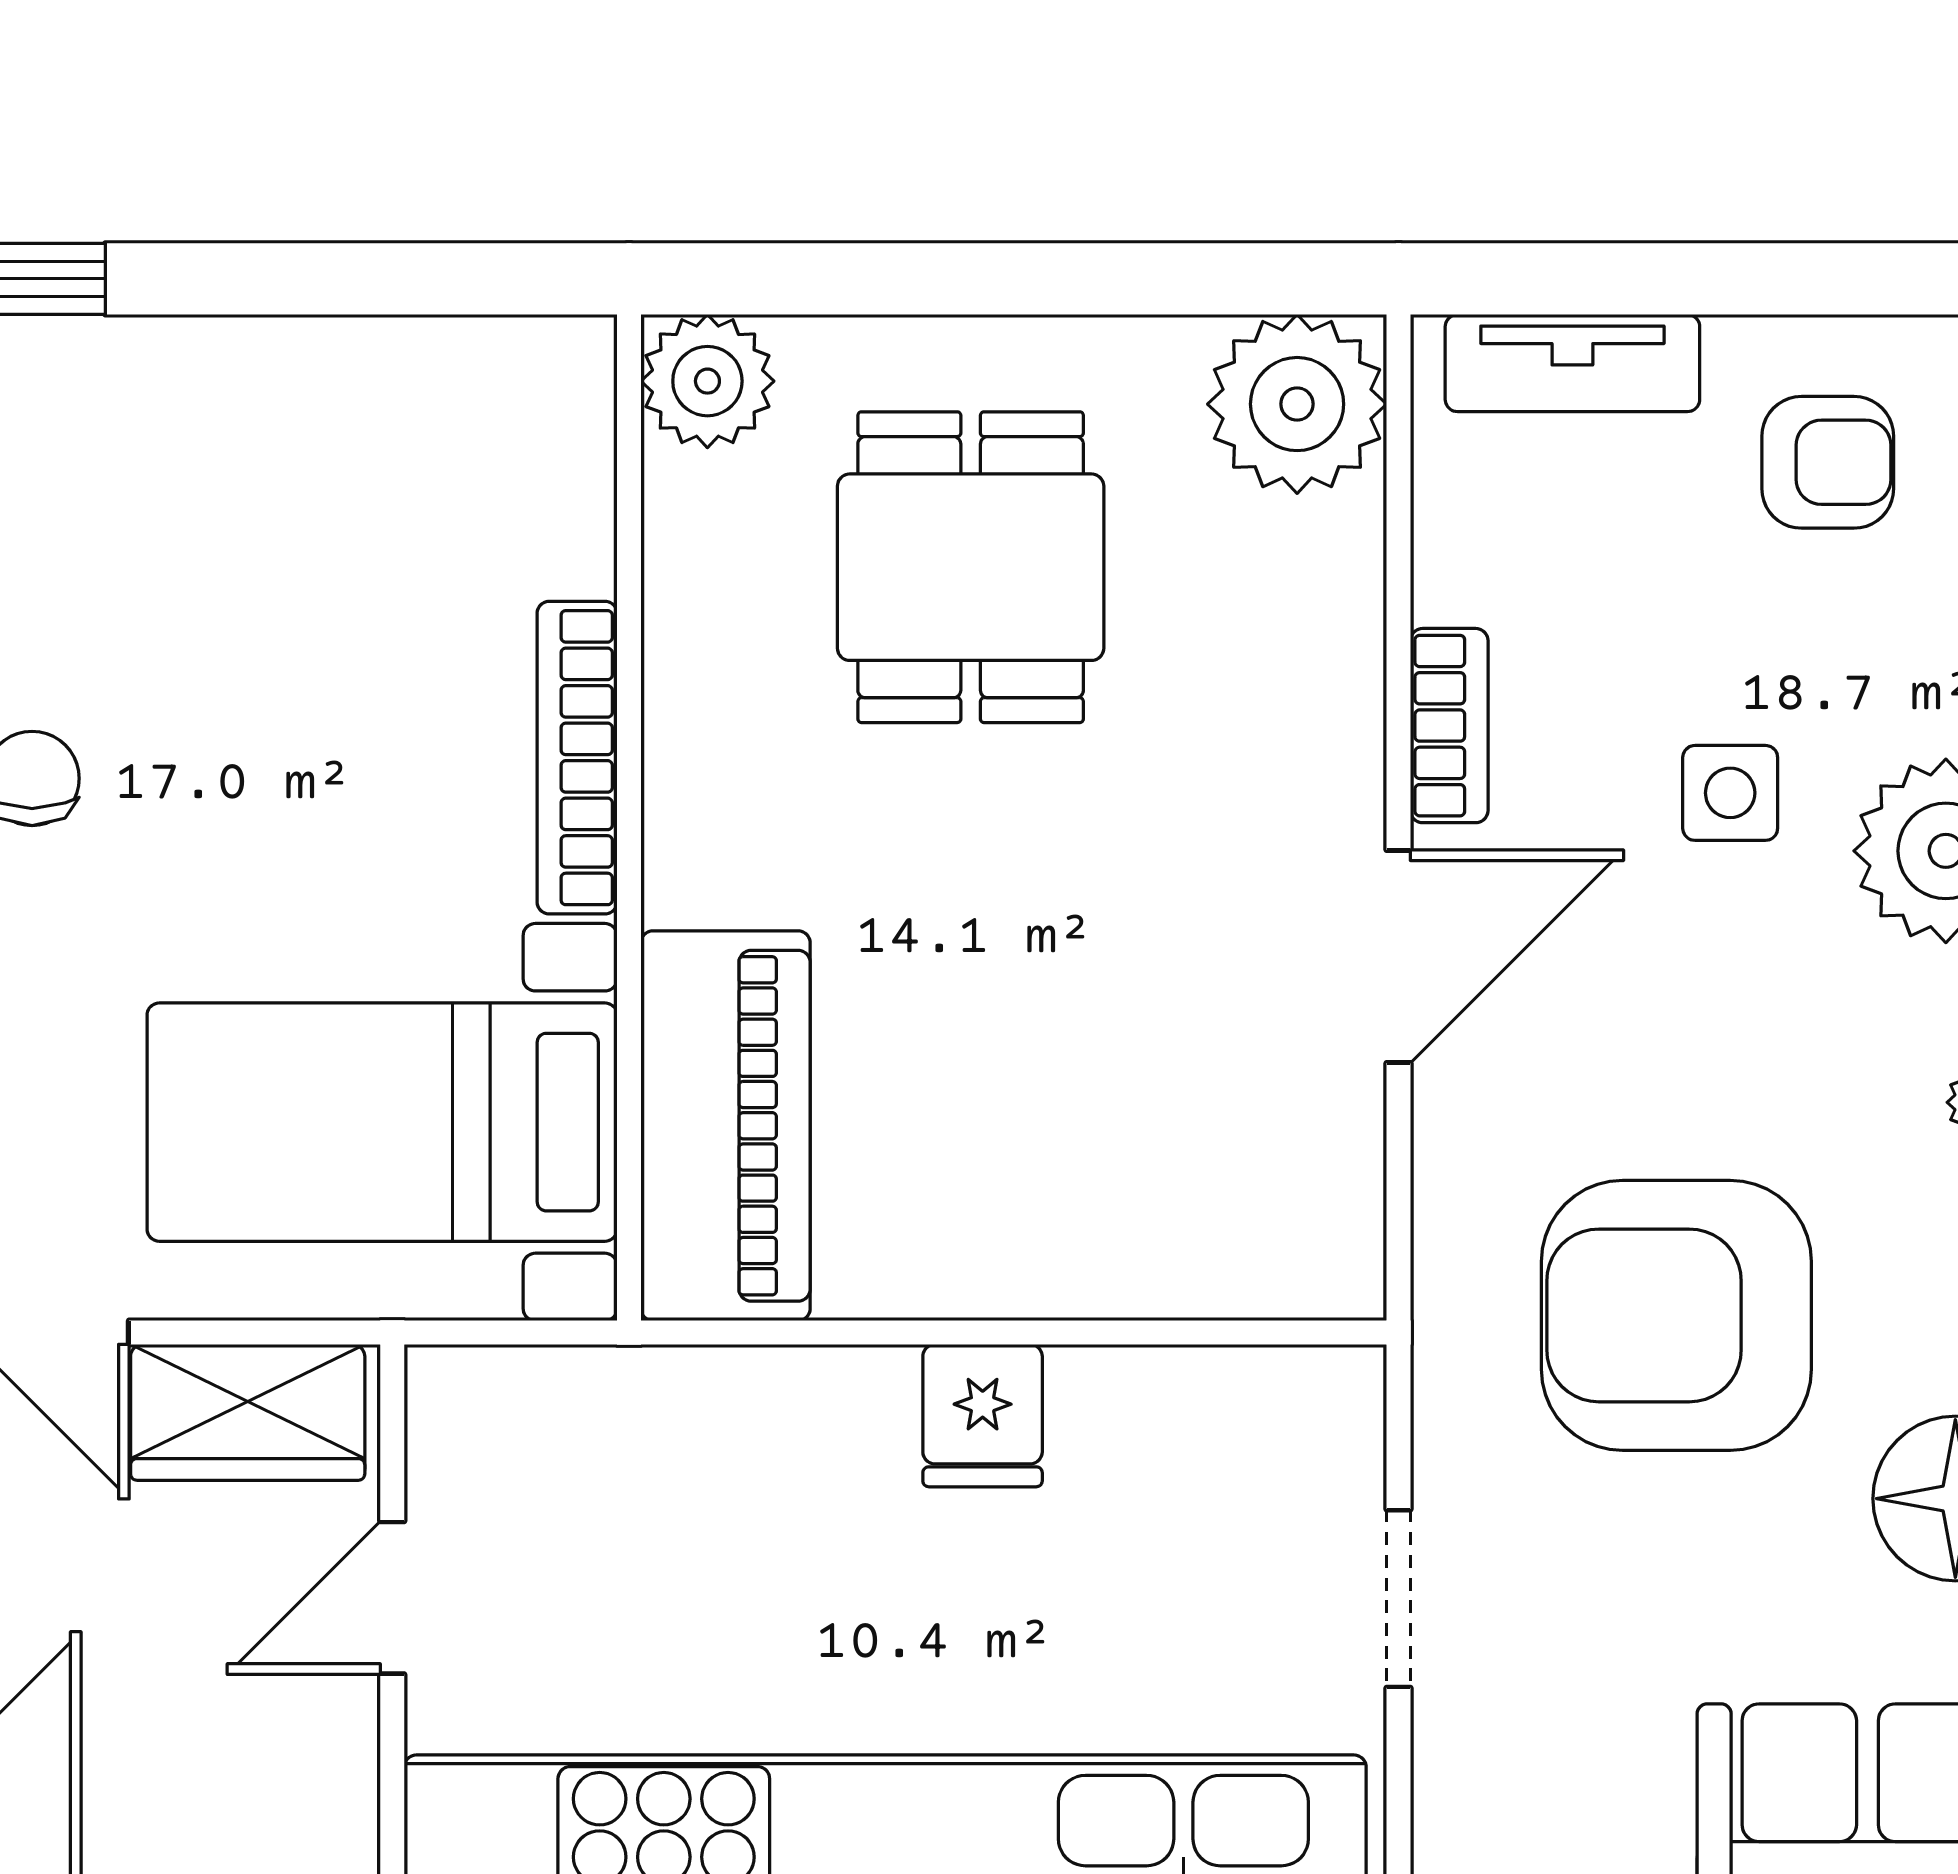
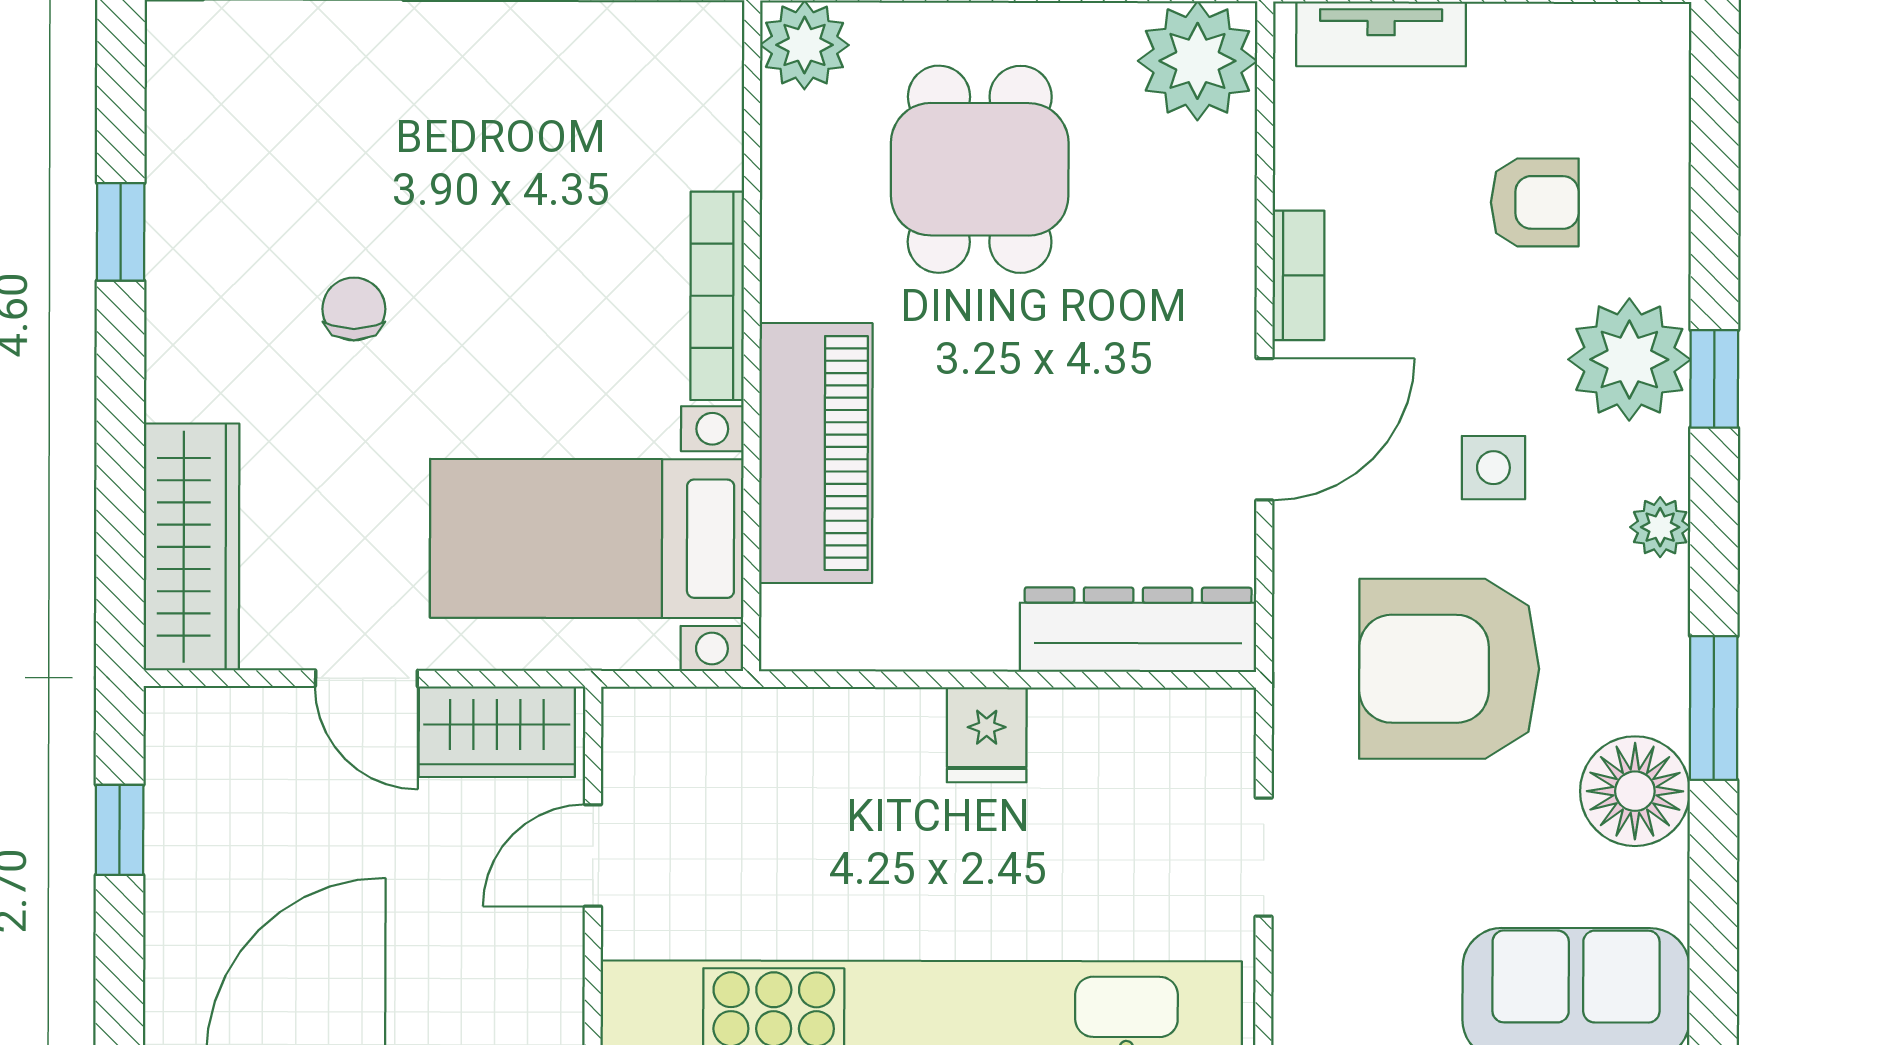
armchair: (1828, 462) -> (1535, 202), moved
side table: (1730, 793) -> (1493, 468), moved
piano: (726, 1126) -> (816, 453), moved
dresser: (1209, 1257) -> (1138, 630), added

